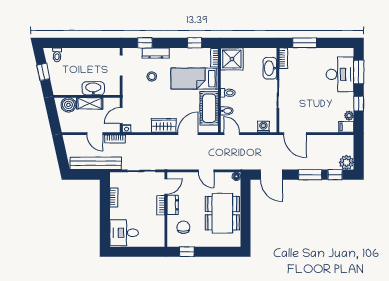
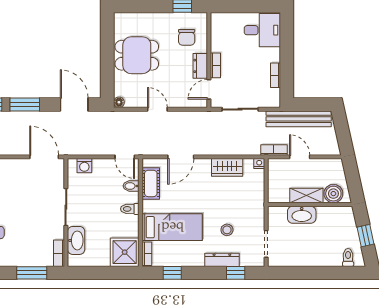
cot: (209, 108) -> (151, 183), width x0.73, depth x0.75
door: (121, 116) -> (266, 180), removed
wardrobe: (164, 125) -> (227, 167), moved
dining table: (222, 213) -> (137, 55), width x0.73

